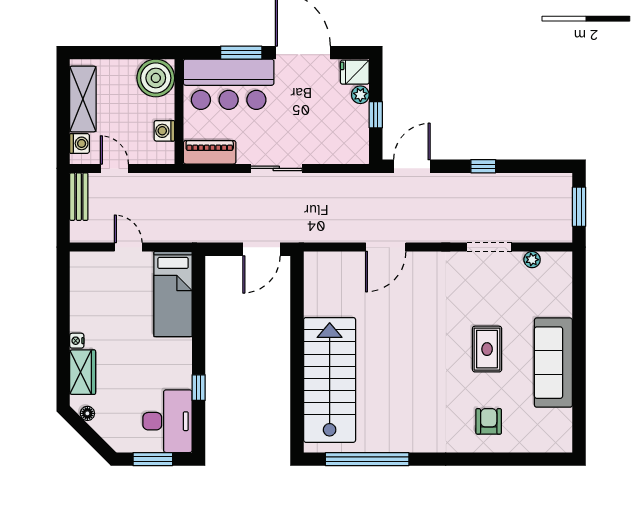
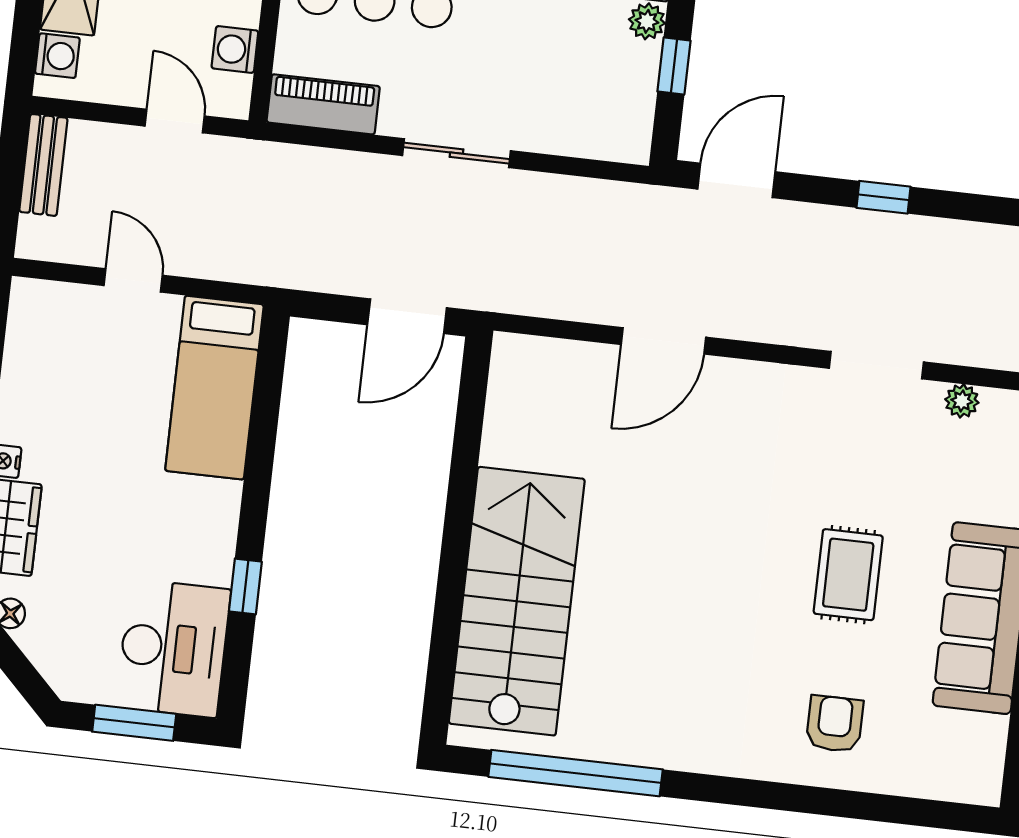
door: (114, 168) -> (175, 121), moved

